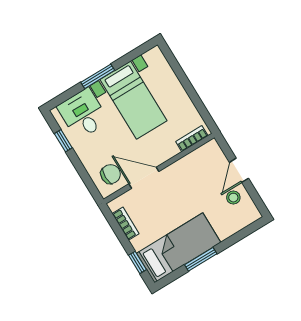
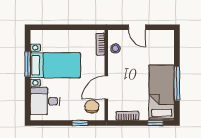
window: (98, 76) -> (28, 64), moved
window: (63, 141) -> (80, 123), moved
stool: (233, 198) -> (115, 48), moved
window: (201, 259) -> (177, 83), width x1.44

